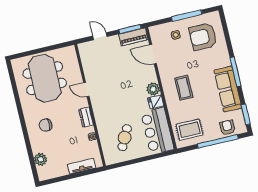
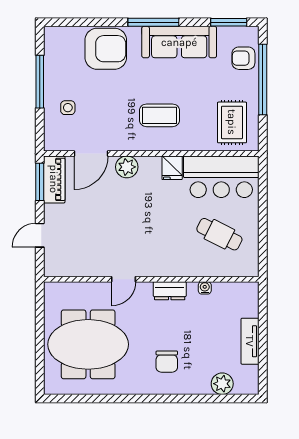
armchair: (203, 37) -> (106, 49), moved, turned -90
plant: (153, 89) -> (127, 167), moved
tv unit: (82, 166) -> (250, 341), moved

